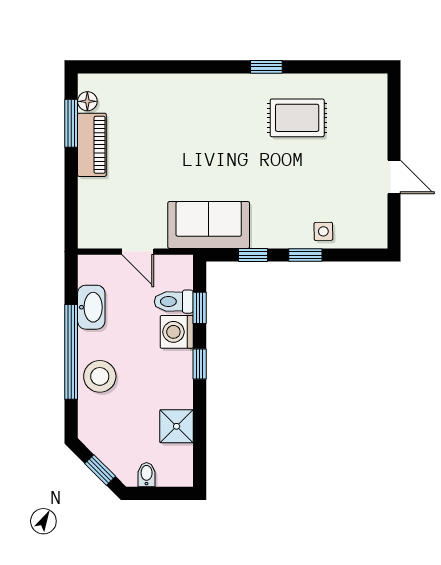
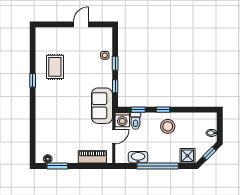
piano: (92, 145) -> (92, 157), moved
washing machine: (177, 332) -> (122, 120), moved
stool: (100, 376) -> (168, 126), moved
shower: (177, 426) -> (187, 156), moved

